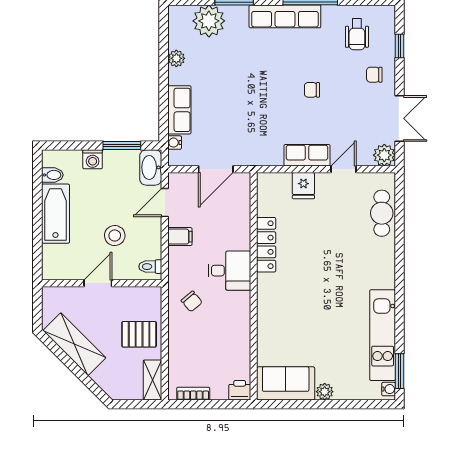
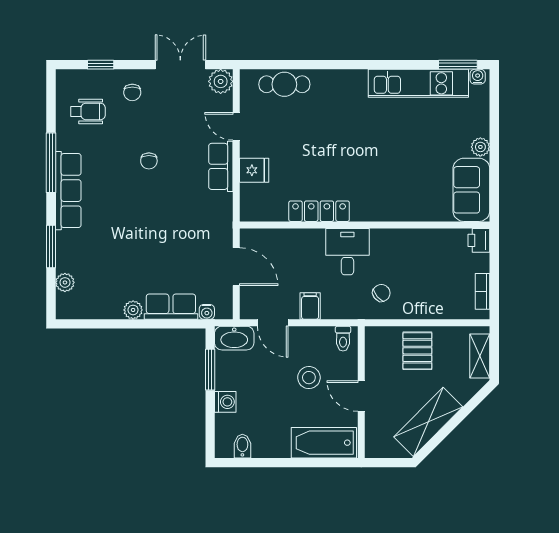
plant: (209, 21) -> (65, 282), width x0.53, depth x0.53
plant: (176, 58) -> (133, 310), moved
bathtub: (55, 214) -> (324, 443), moved
shelving: (152, 380) -> (480, 356), moved, turned 90

